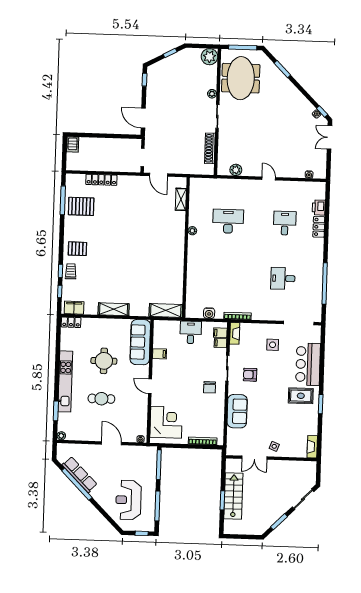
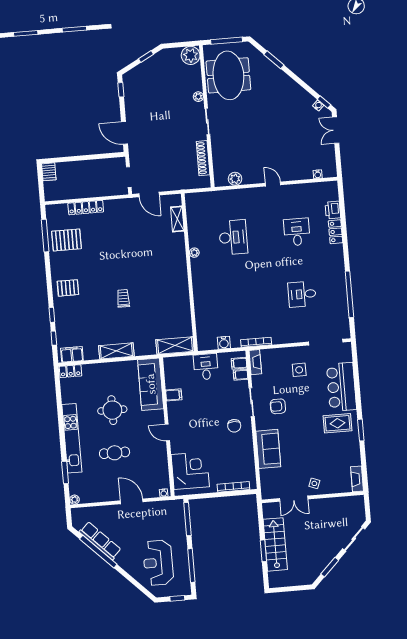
desk: (228, 221) -> (233, 237), turned 90
trolley: (71, 271) -> (123, 298), moved

